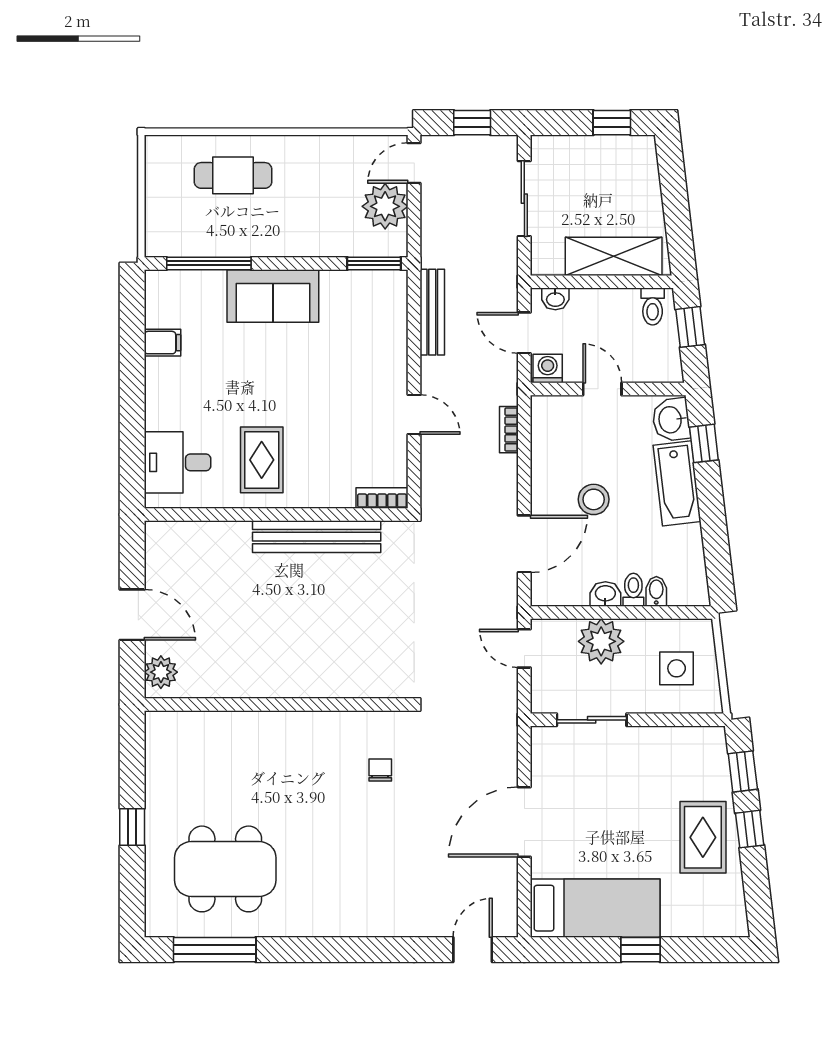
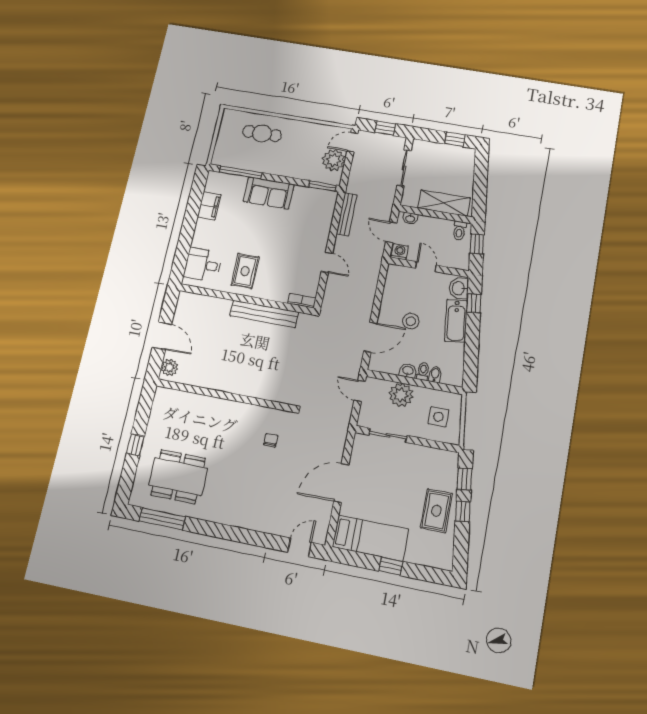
filing cabinet: (163, 343) -> (209, 206), width x2.00
bookcase: (509, 430) -> (374, 278), removed

